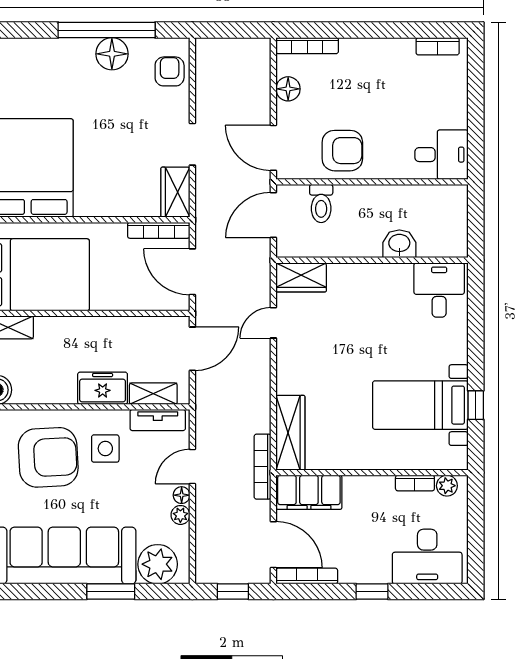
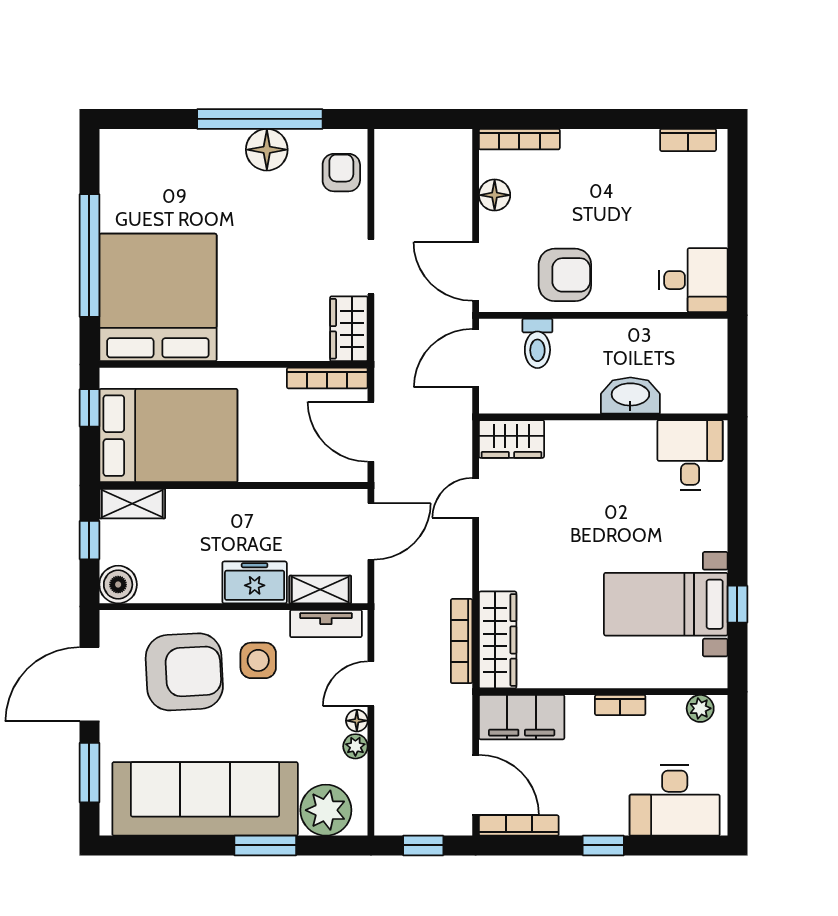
washbasin: (399, 244) -> (630, 395), width x1.38
bookcase: (263, 467) -> (462, 641), moved
bookcase: (415, 483) -> (620, 705), moved

